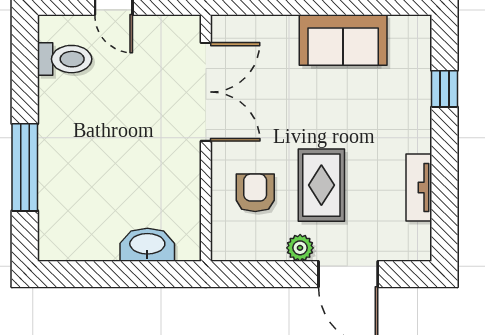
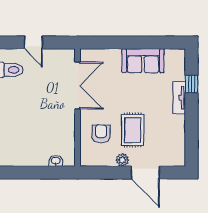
tv unit: (419, 187) -> (179, 98), moved
washbasin: (147, 245) -> (56, 161), width x0.52, depth x0.69

